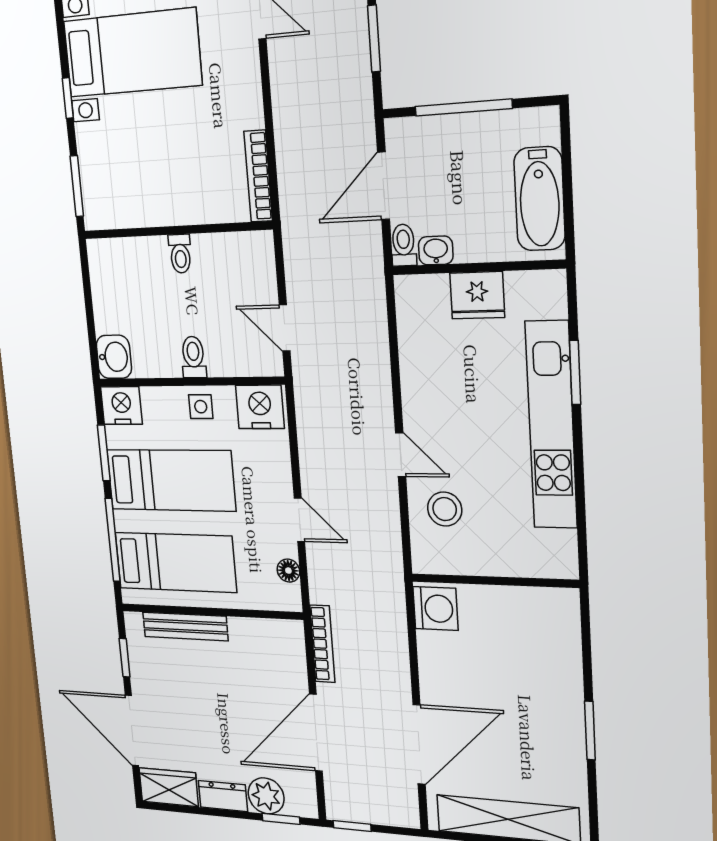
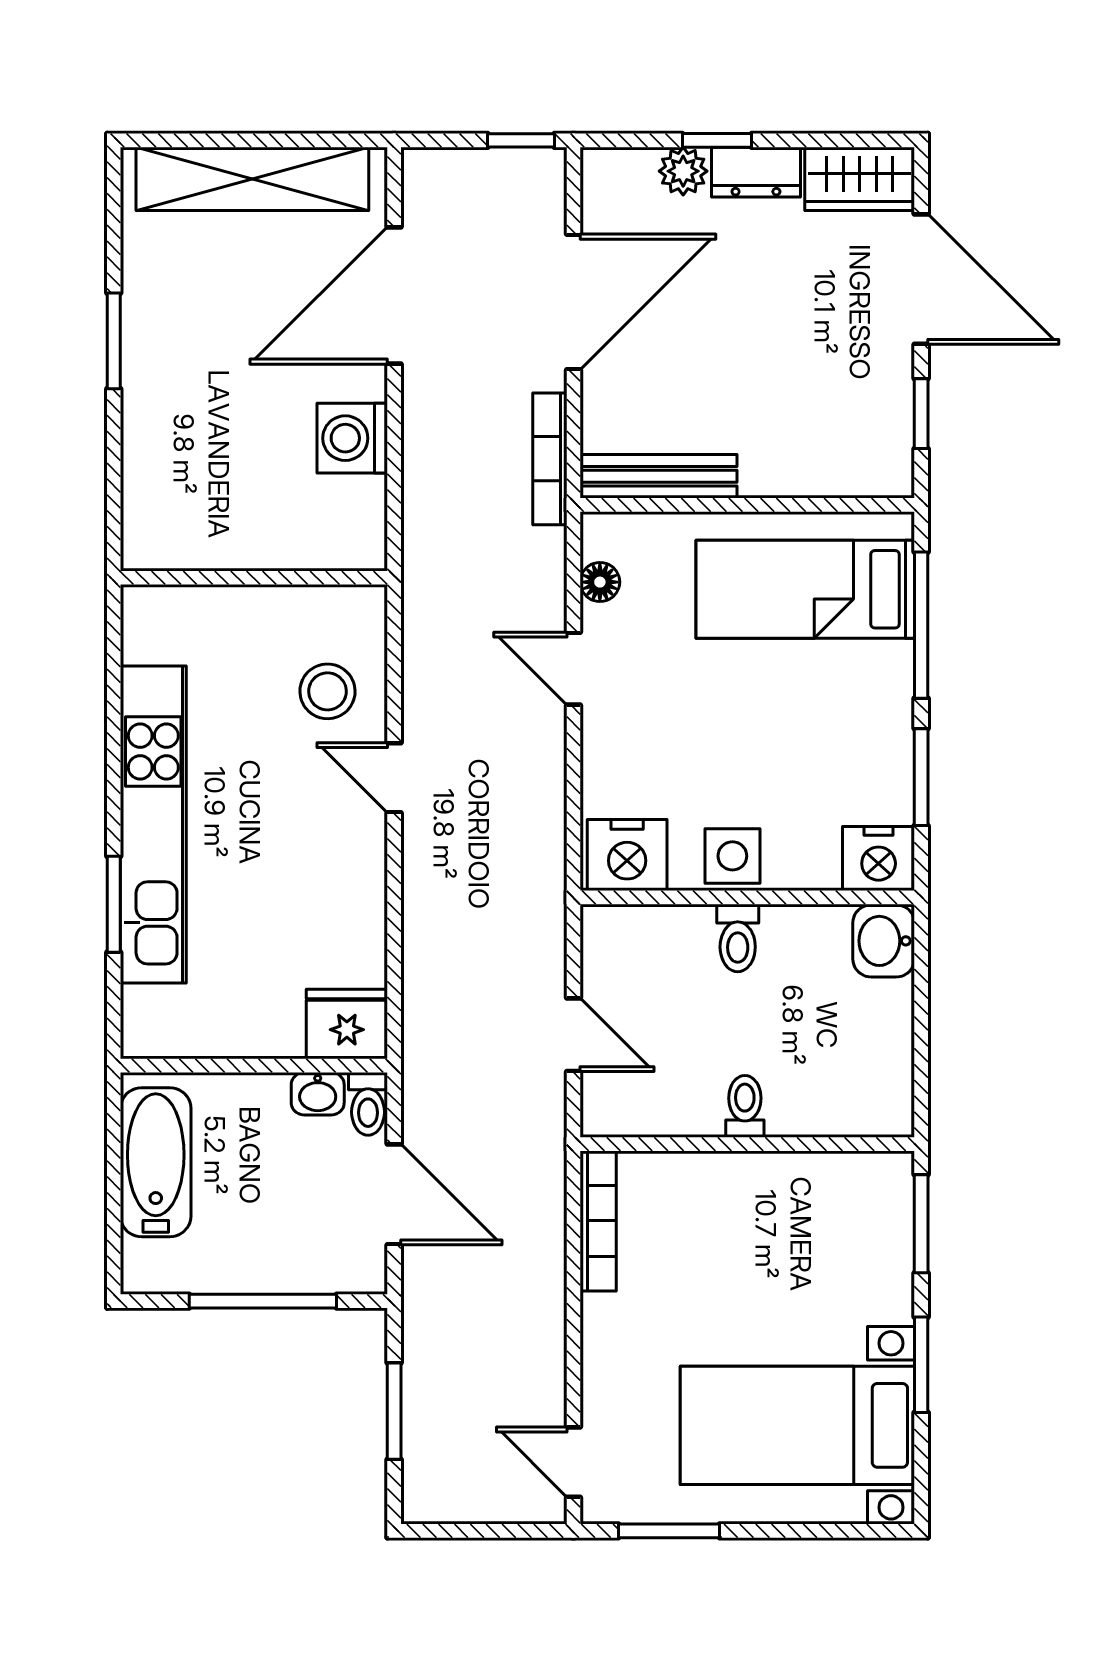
window: (68, 98) -> (921, 1365), width x1.50
door: (383, 186) -> (394, 1194), hinge flipped
fridge: (477, 295) -> (347, 1024), moved
door: (285, 328) -> (574, 1035), moved
side table: (201, 407) -> (732, 856), width x1.37, depth x1.37
bed: (171, 480) -> (800, 732), removed
washing machine: (435, 609) -> (352, 438), moved
bench: (185, 627) -> (659, 476), moved
plant: (266, 796) -> (683, 171), width x0.73, depth x0.73
window: (281, 819) -> (717, 140), moved

